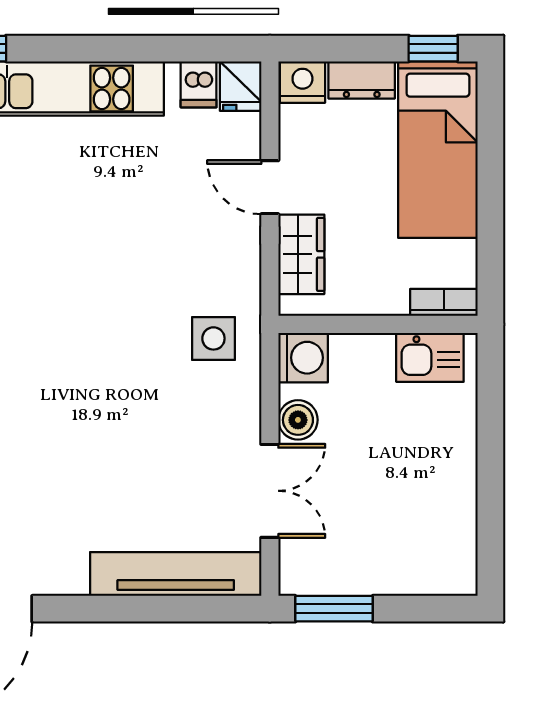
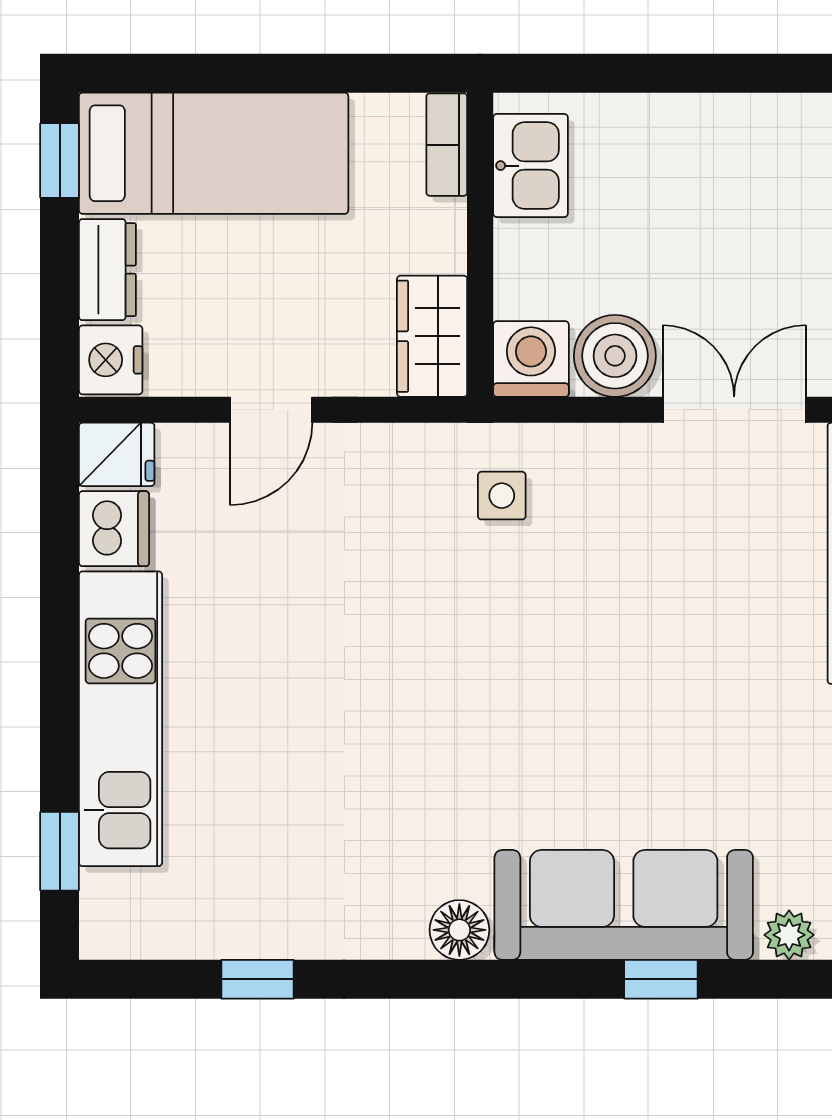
dishwasher: (199, 84) -> (114, 529), width x1.38
wardrobe: (301, 254) -> (432, 336), moved, turned -90
side table: (213, 338) -> (502, 496), width x0.73, depth x0.73
boiler: (298, 420) -> (615, 356), width x1.36, depth x1.36

